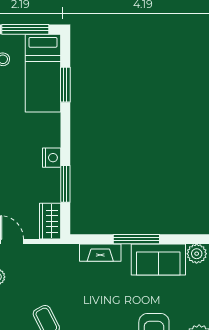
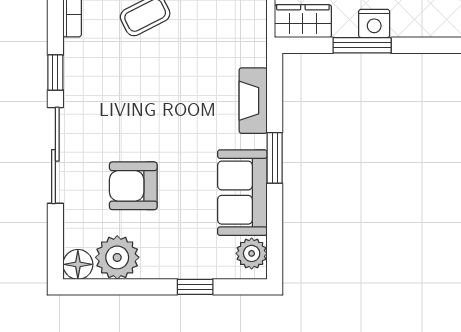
nightstand: (52, 158) -> (374, 23), moved
window: (136, 239) -> (275, 158), width x0.69

